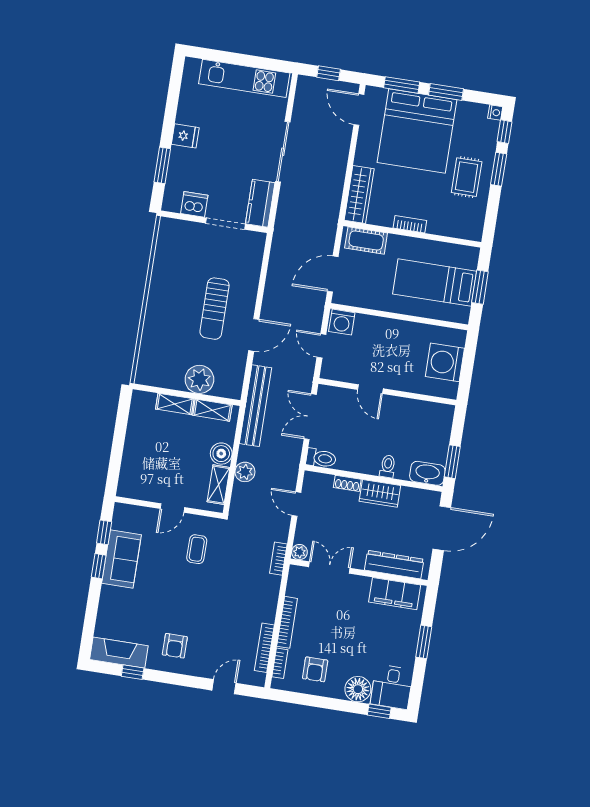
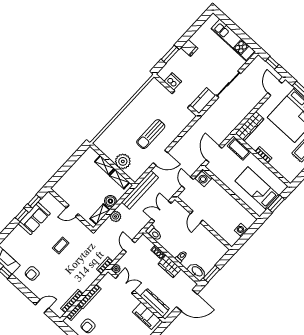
door: (333, 274) -> (214, 154), hinge flipped
washing machine: (445, 362) -> (241, 230), width x0.53, depth x0.53
coffee table: (197, 549) -> (61, 246), moved

